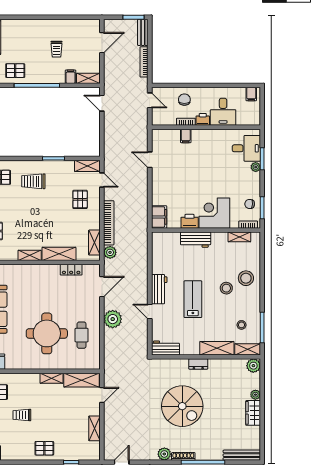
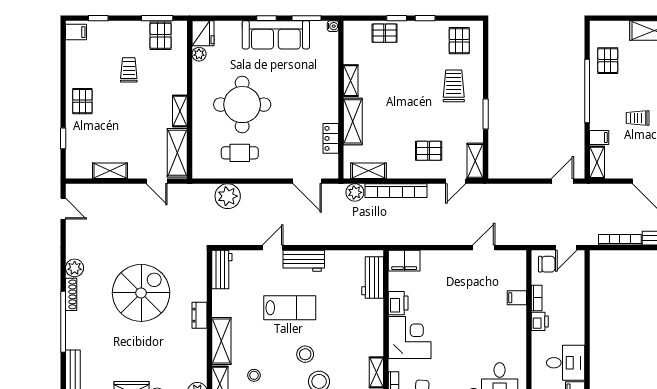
chair: (184, 100) -> (547, 264), moved
desk: (223, 112) -> (566, 363), moved, turned 180
workbench: (196, 240) -> (373, 278), moved
plant: (113, 319) -> (228, 196), moved
plant: (11, 364) -> (199, 54), added
spiral stairs: (182, 406) -> (141, 293), turned 180

